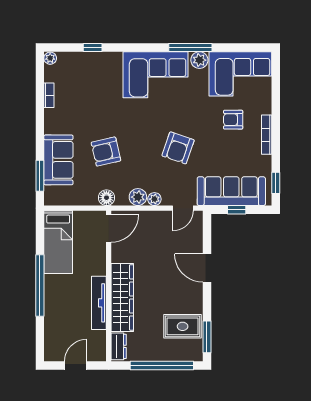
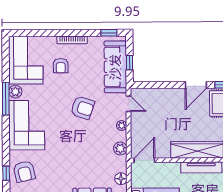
armchair: (106, 152) -> (24, 171), moved
plant: (138, 197) -> (120, 148), moved
floor lamp: (106, 198) -> (121, 179), moved
door: (109, 228) -> (144, 160), hinge flipped
door: (207, 268) -> (196, 85), moved

